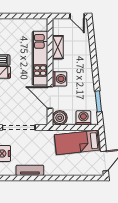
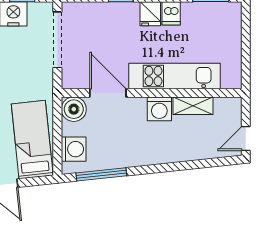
washing machine: (60, 79) -> (159, 109), moved
door: (50, 98) -> (108, 93), hinge flipped
window: (98, 101) -> (101, 174), width x1.44

